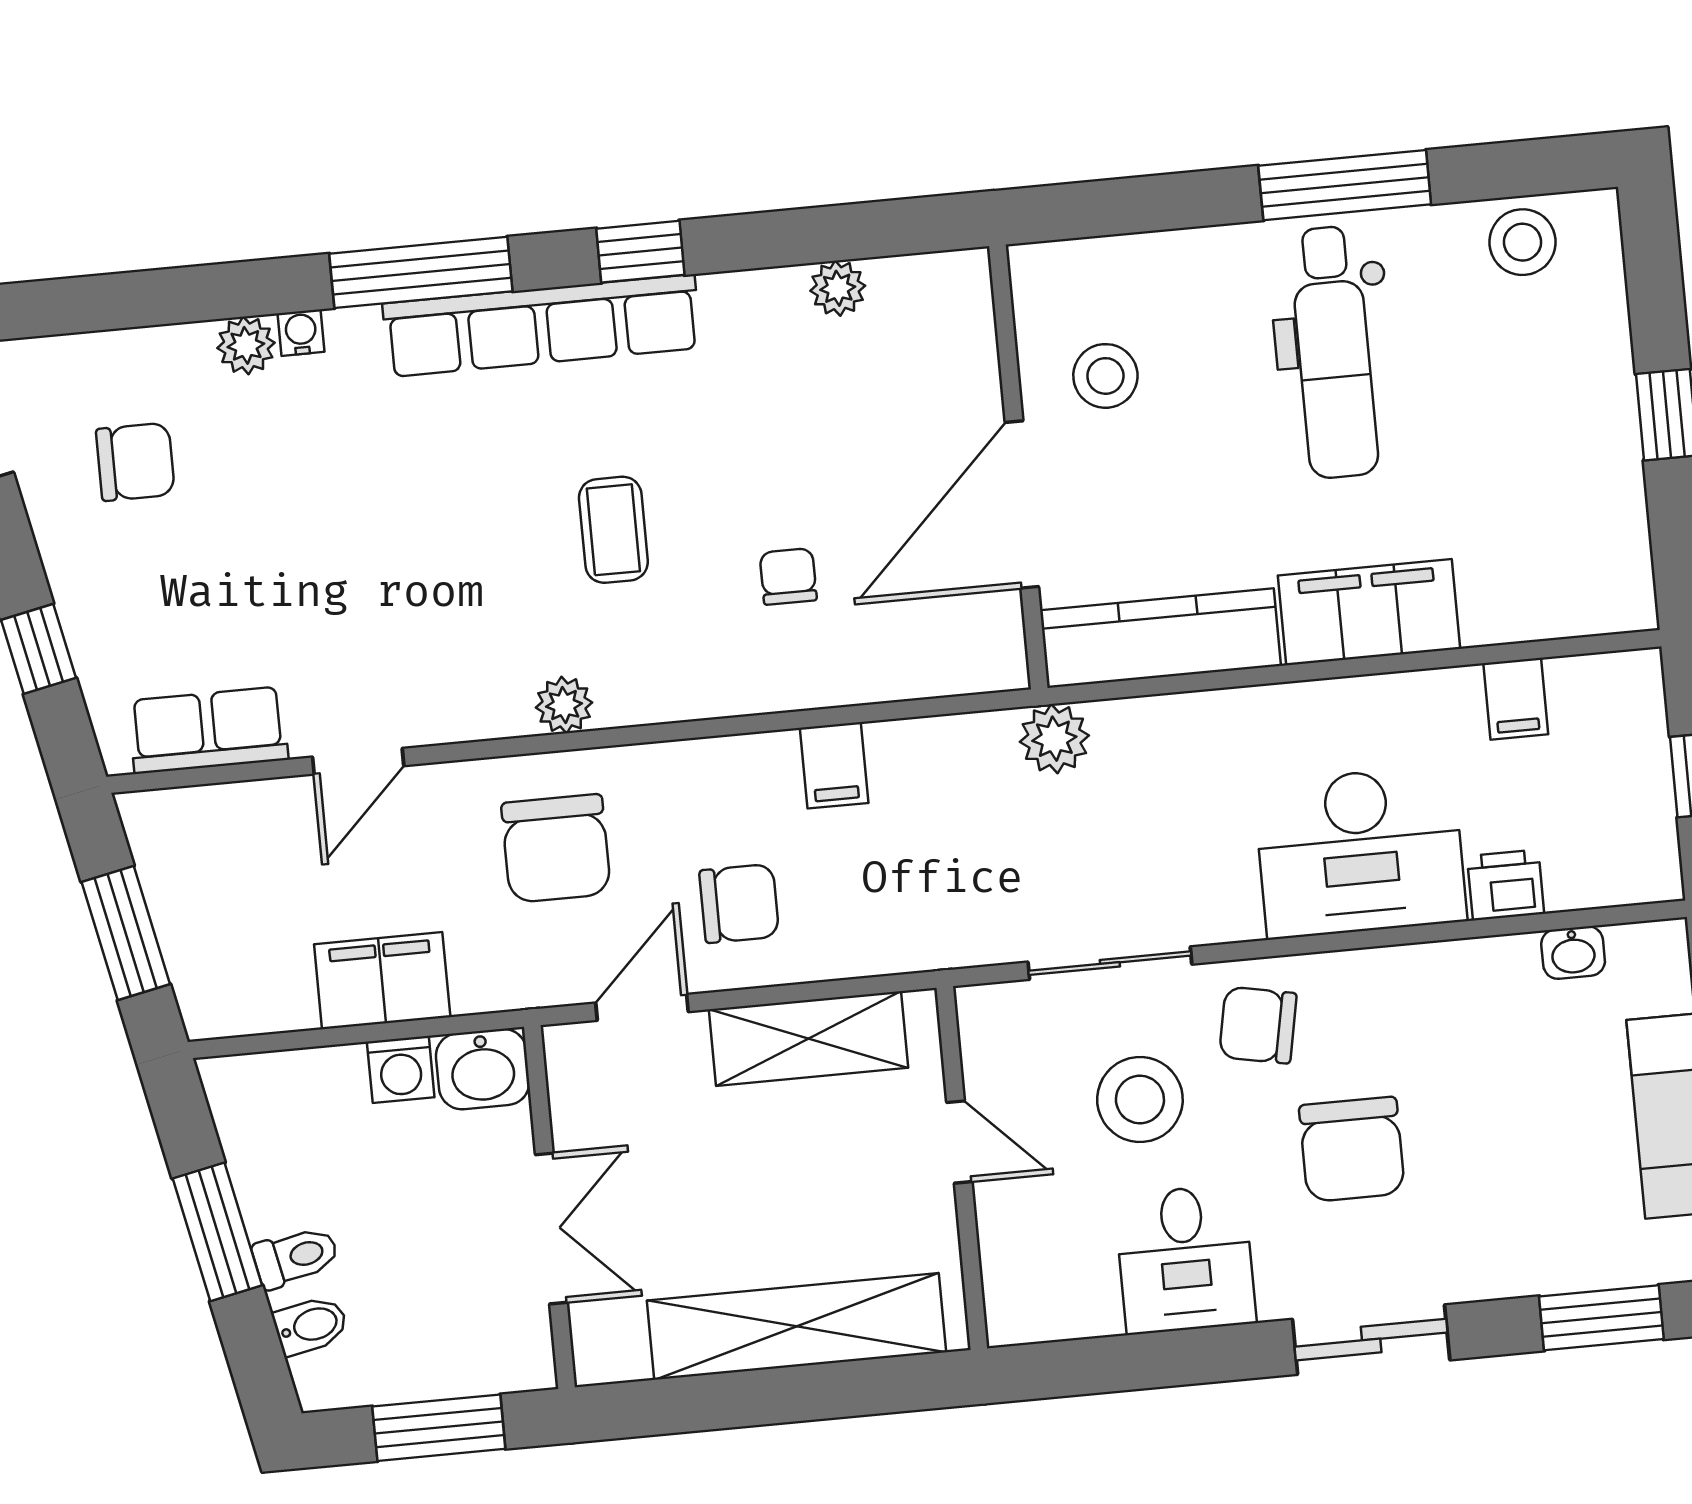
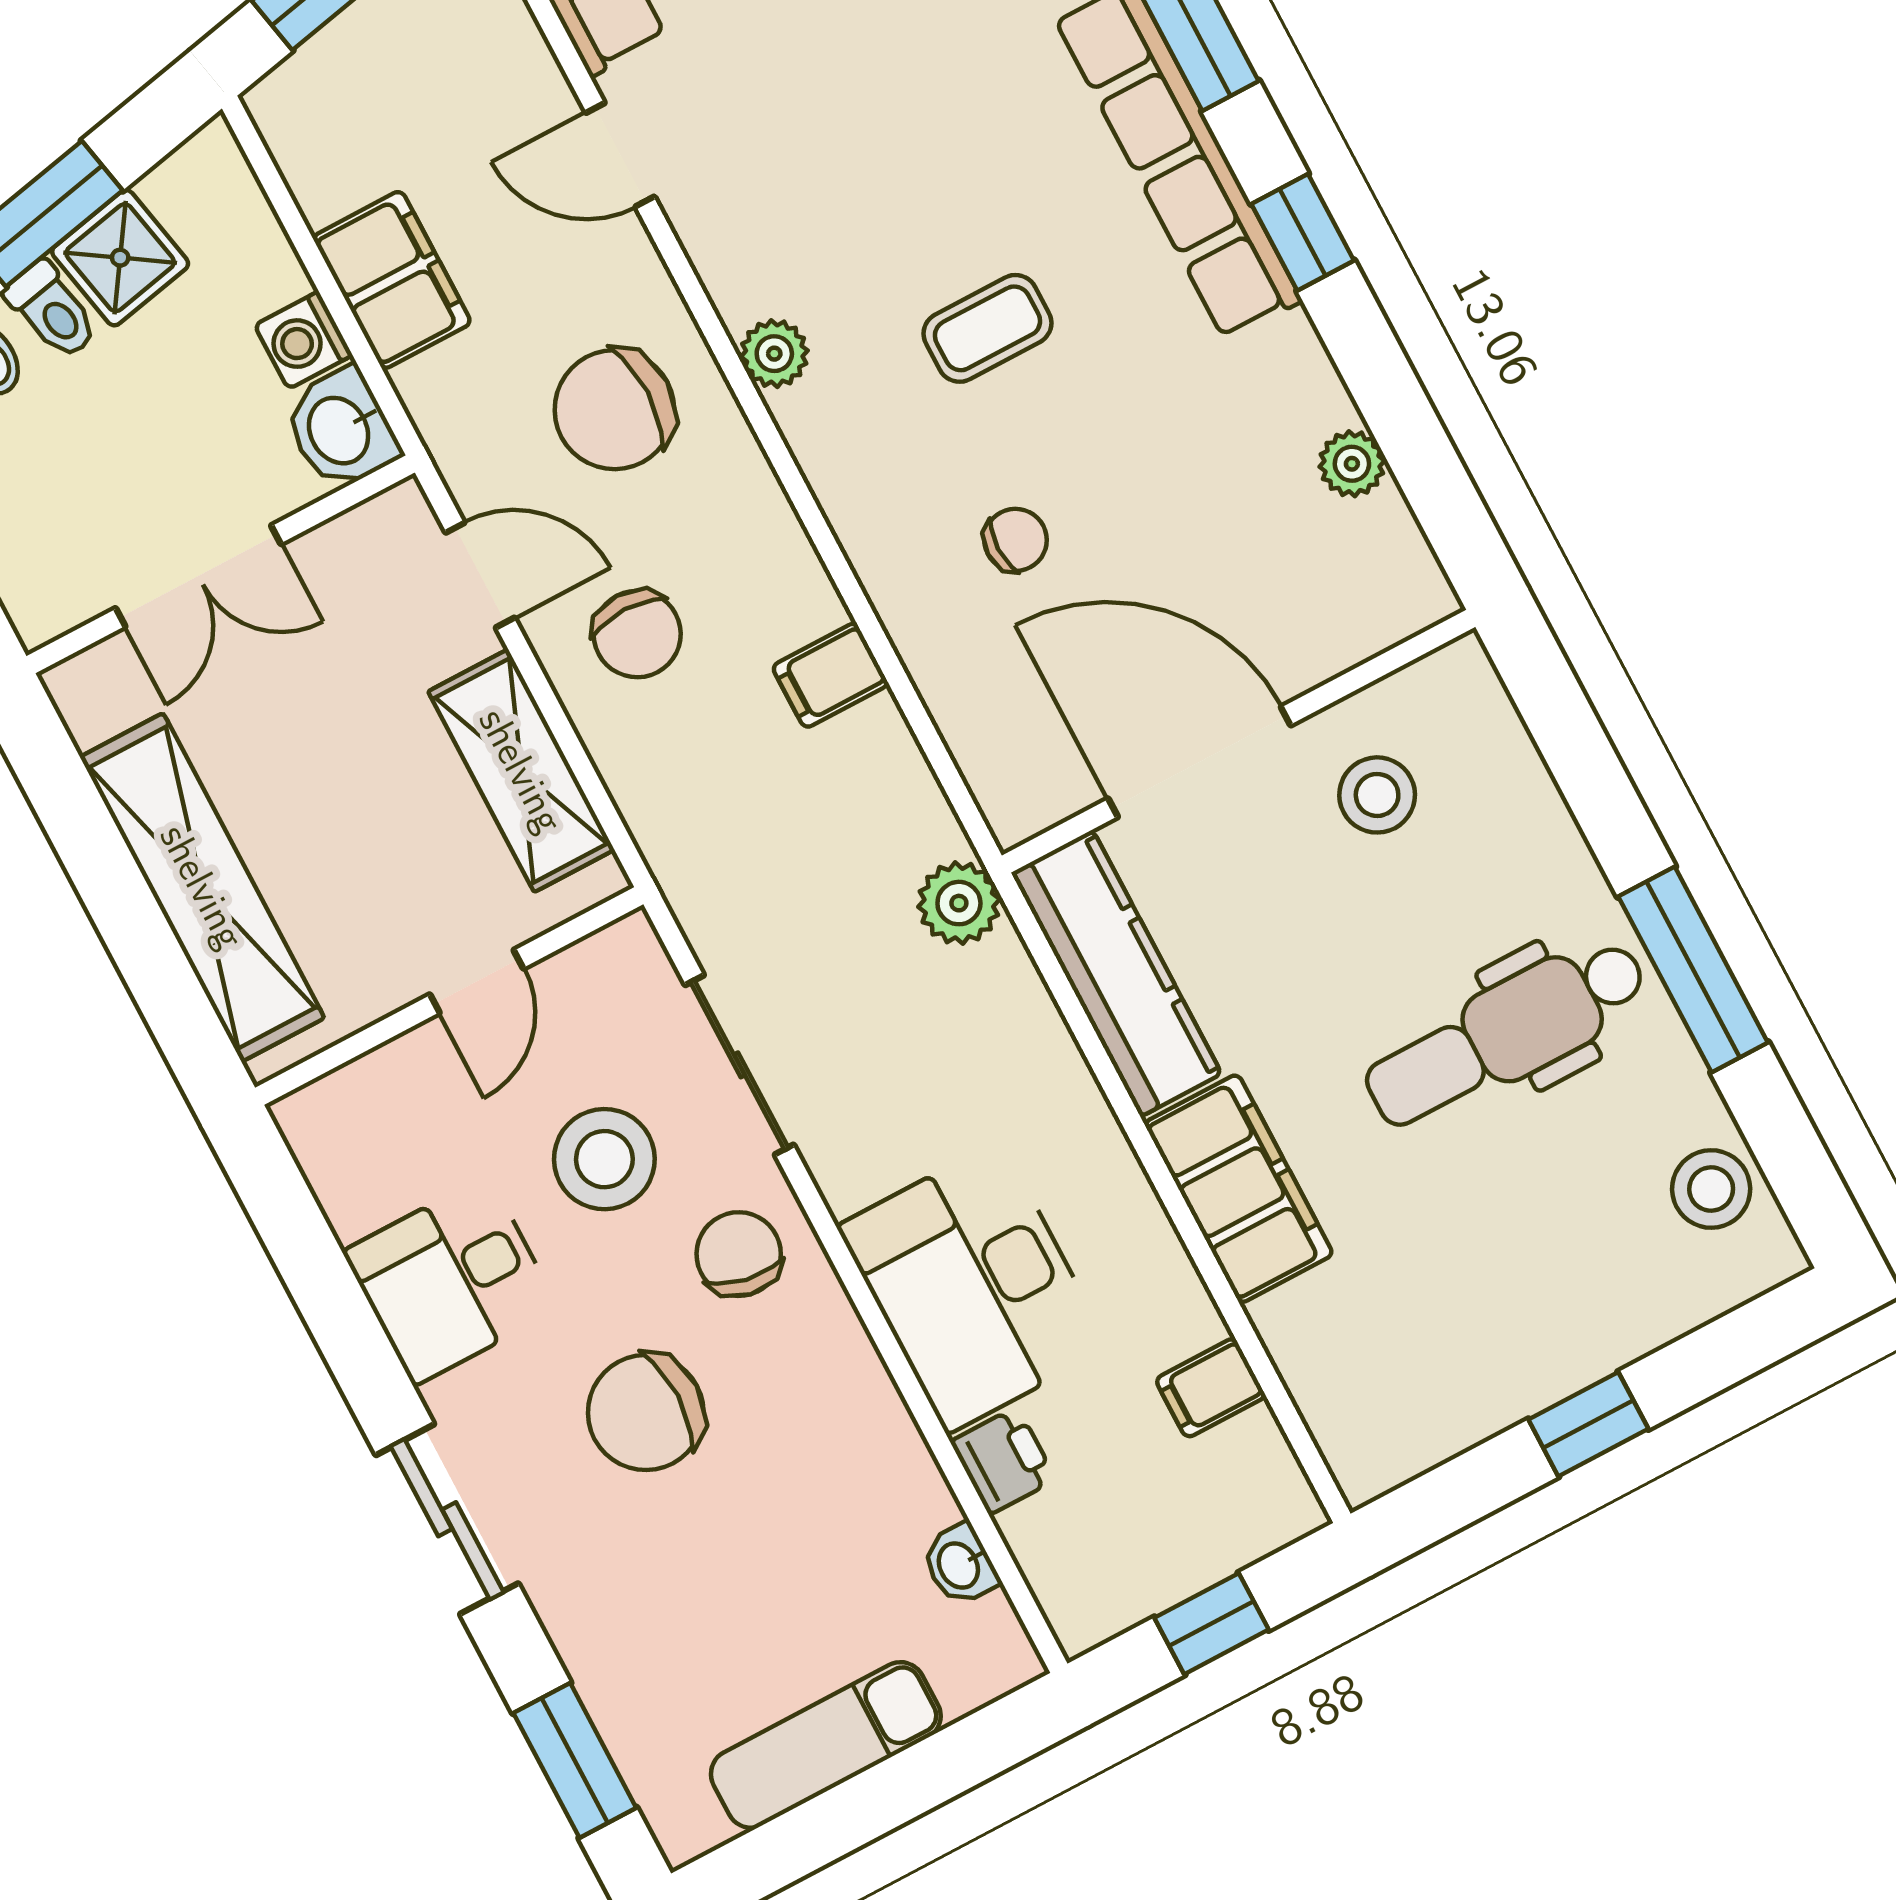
shower: (277, 1186) -> (120, 258), added

